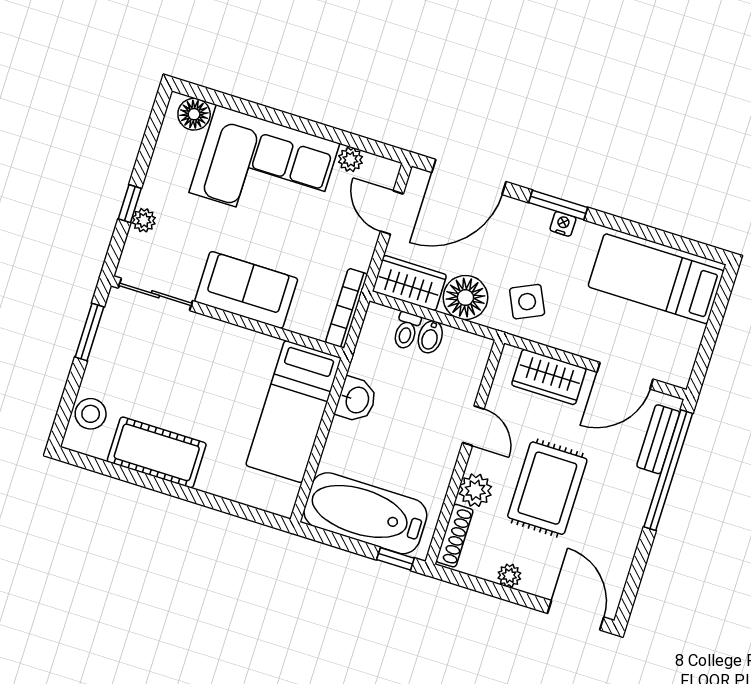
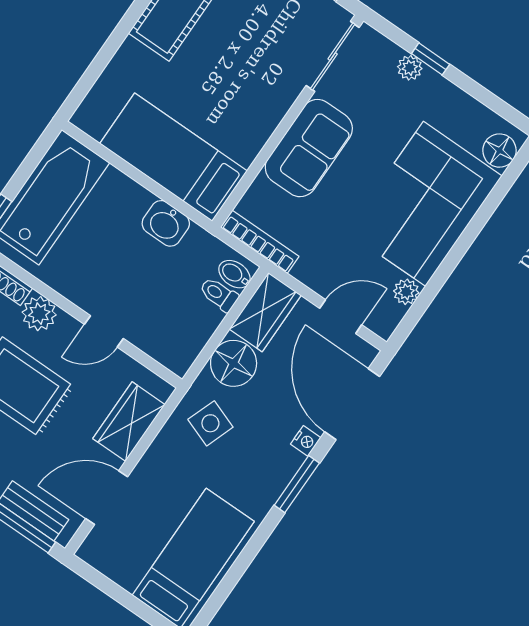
nightstand: (563, 224) -> (306, 441), moved
side table: (527, 302) -> (210, 423), turned 45
bidet: (430, 337) -> (234, 274), moved
door: (625, 376) -> (107, 498), hinge flipped

